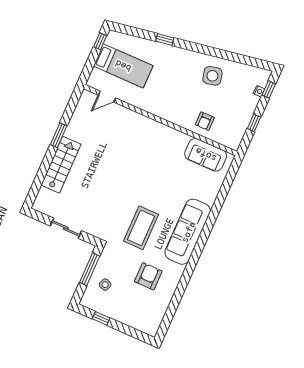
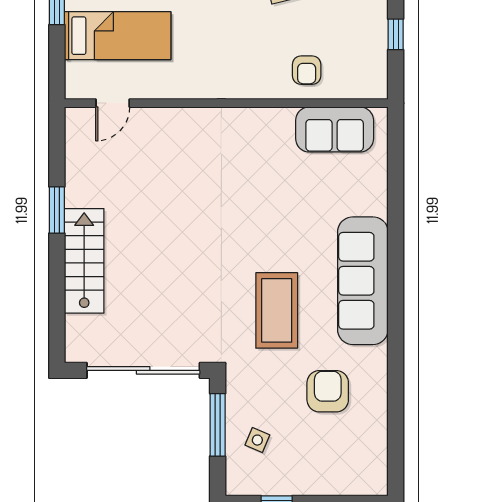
sliding door: (66, 228) -> (143, 370), width x1.86

